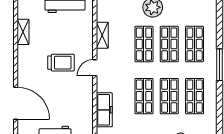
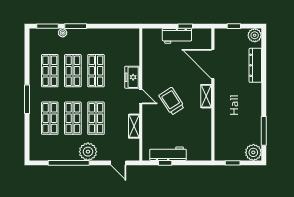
shelving: (23, 32) -> (206, 96), moved
trolley: (61, 63) -> (172, 101), turned 57
door: (95, 68) -> (141, 97), hinge flipped
freezer: (104, 110) -> (132, 77), moved, width x0.71

